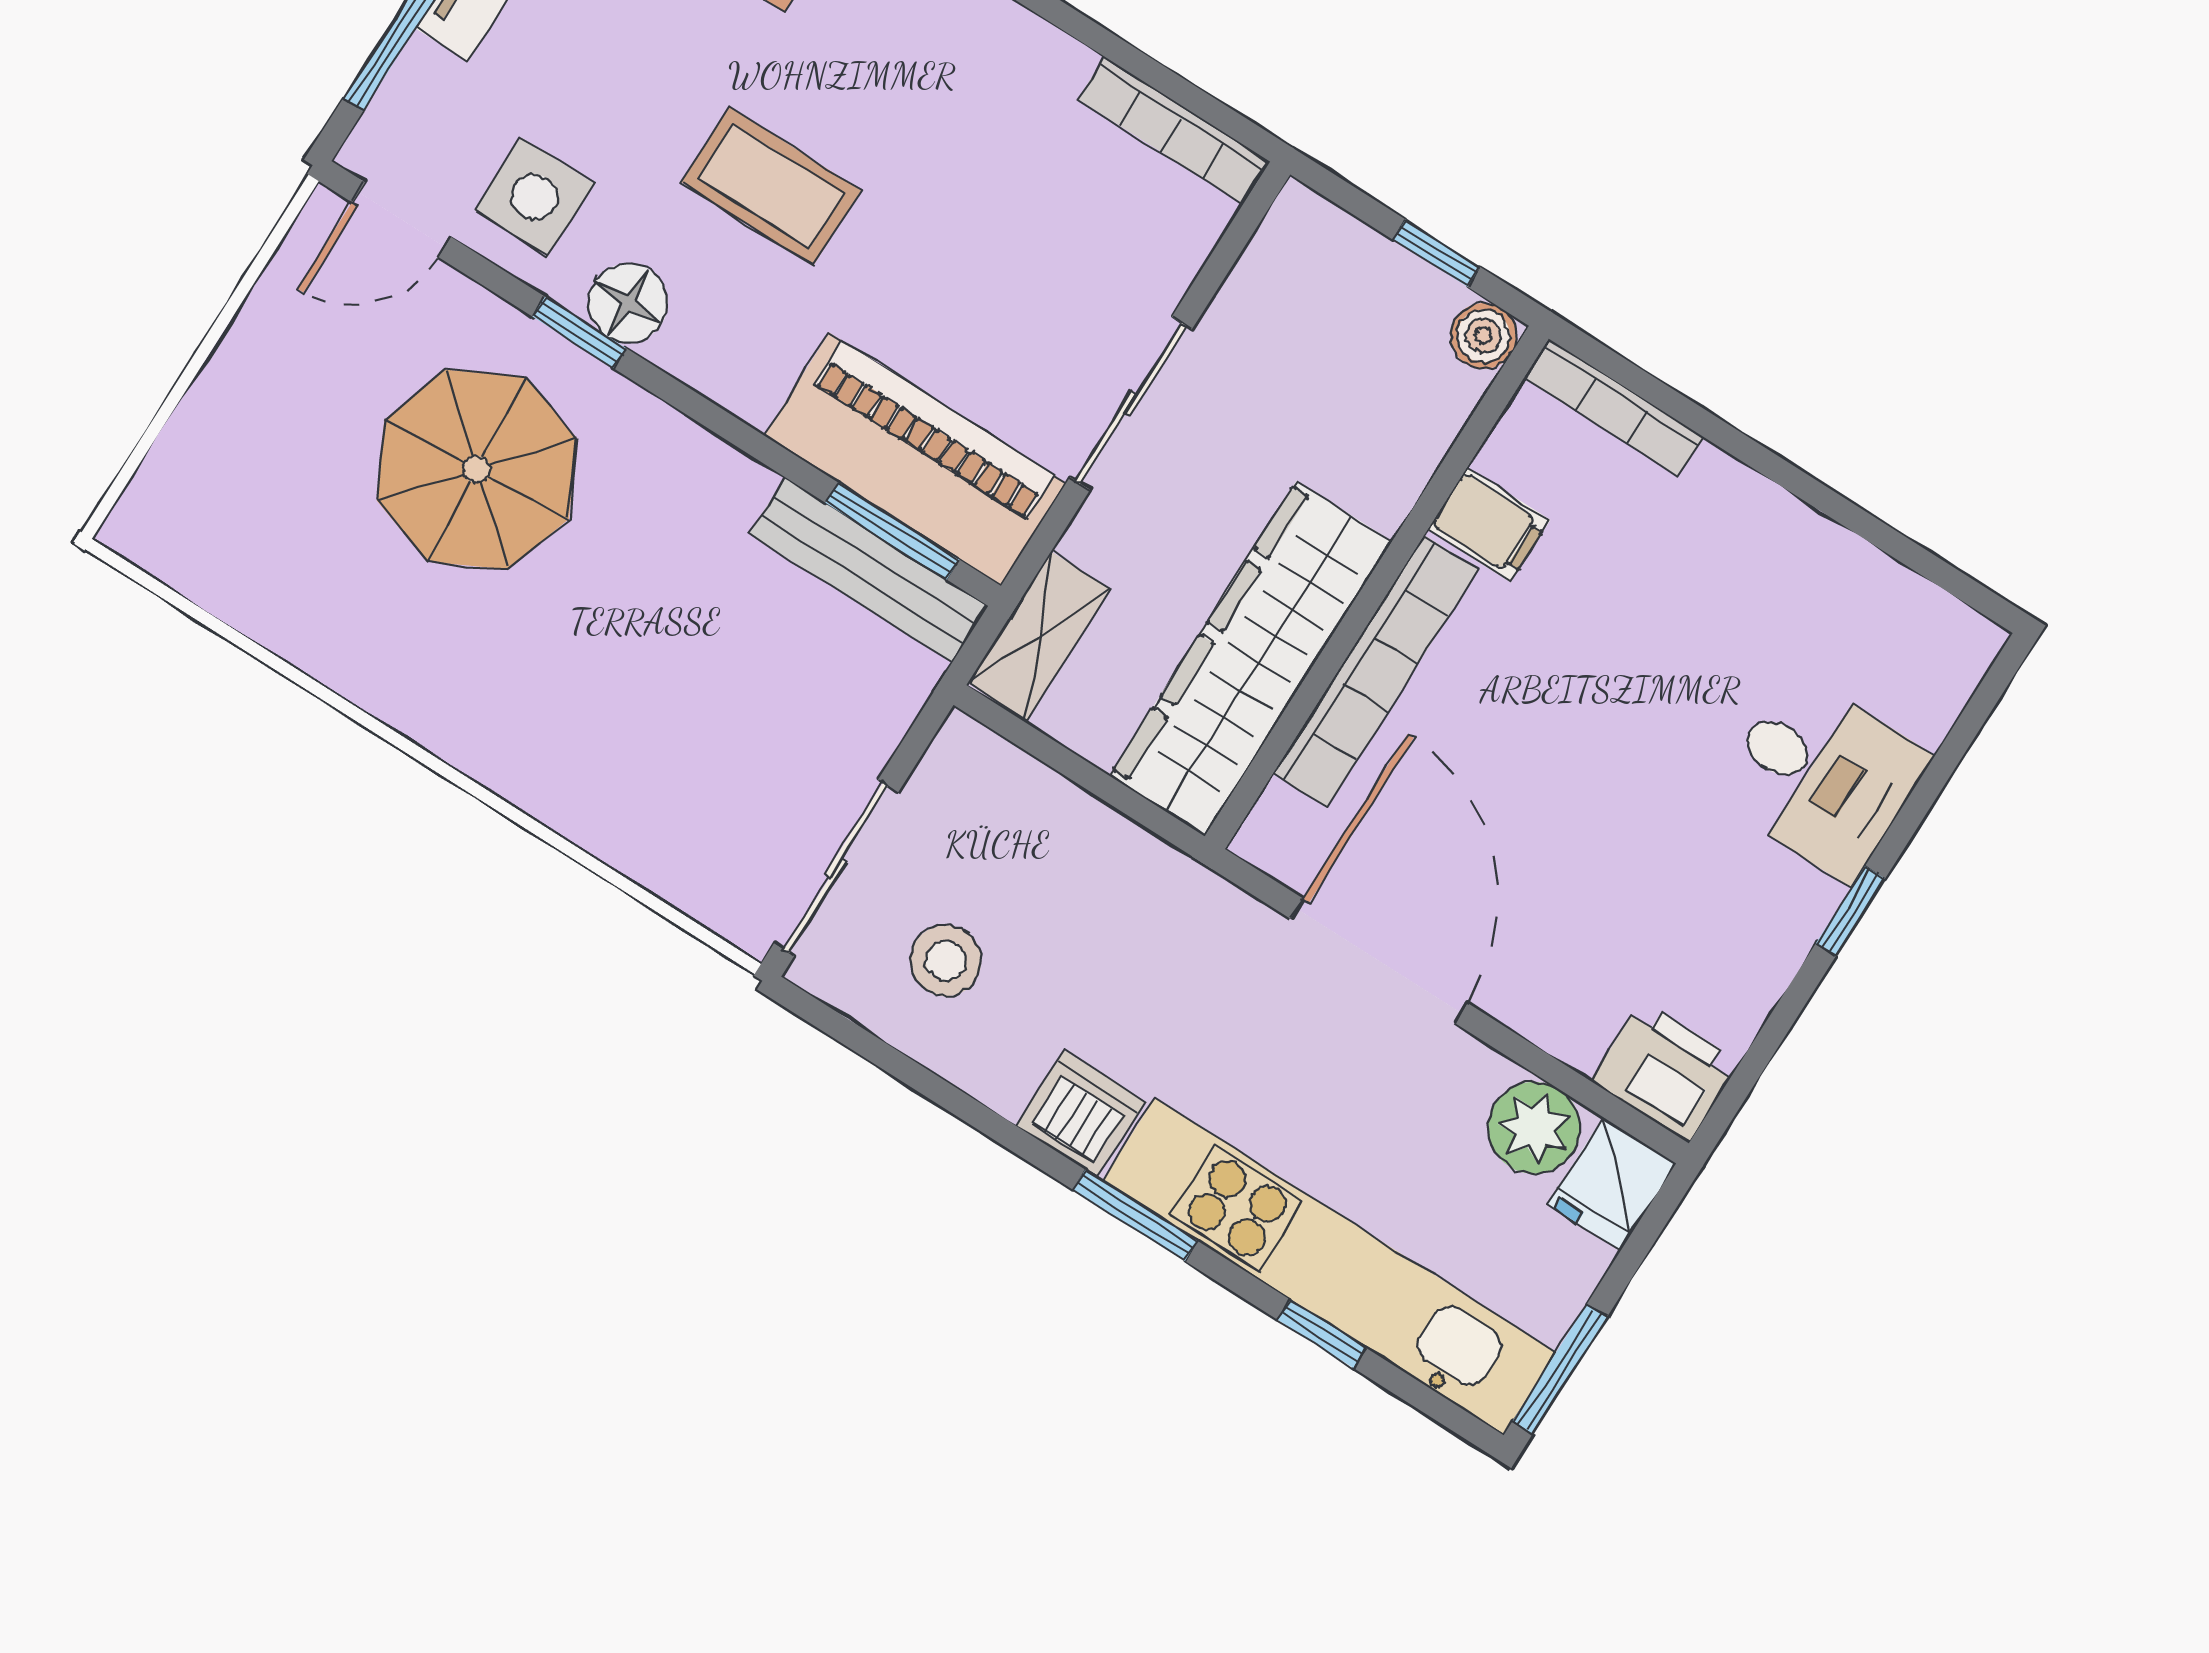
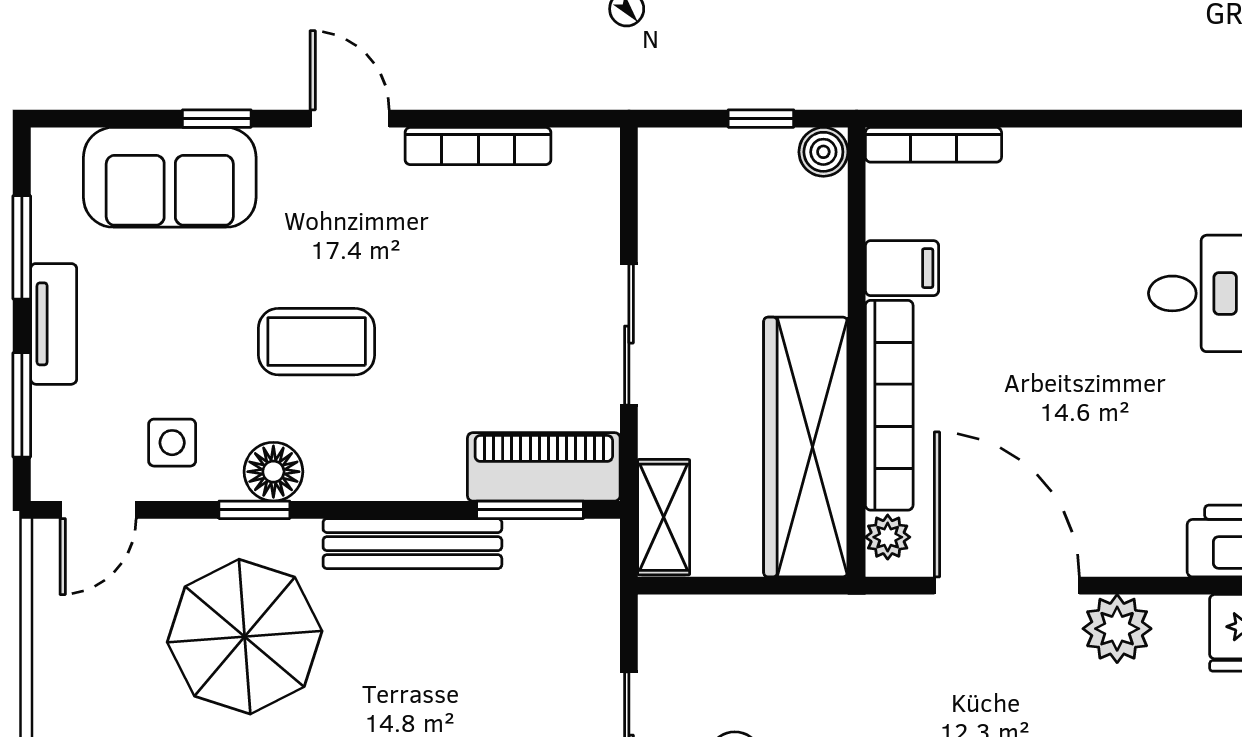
bookcase: (1174, 130) -> (478, 146), moved
side table: (534, 197) -> (172, 443), width x0.73, depth x0.73
piano: (915, 459) -> (544, 467), width x0.73, depth x0.75
bench: (869, 570) -> (412, 544), moved
plant: (1279, 820) -> (888, 537), added
plant: (1534, 1128) -> (1117, 629), moved

